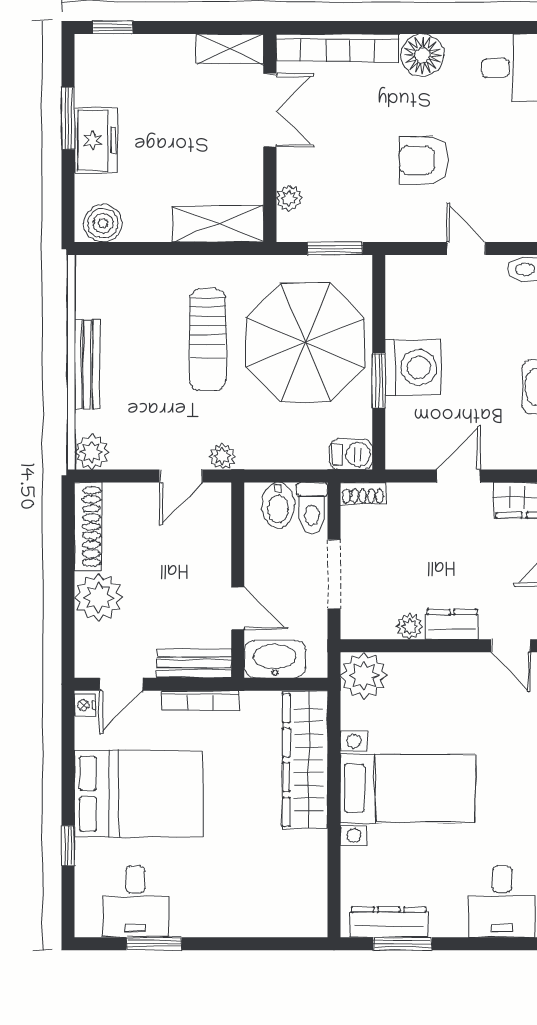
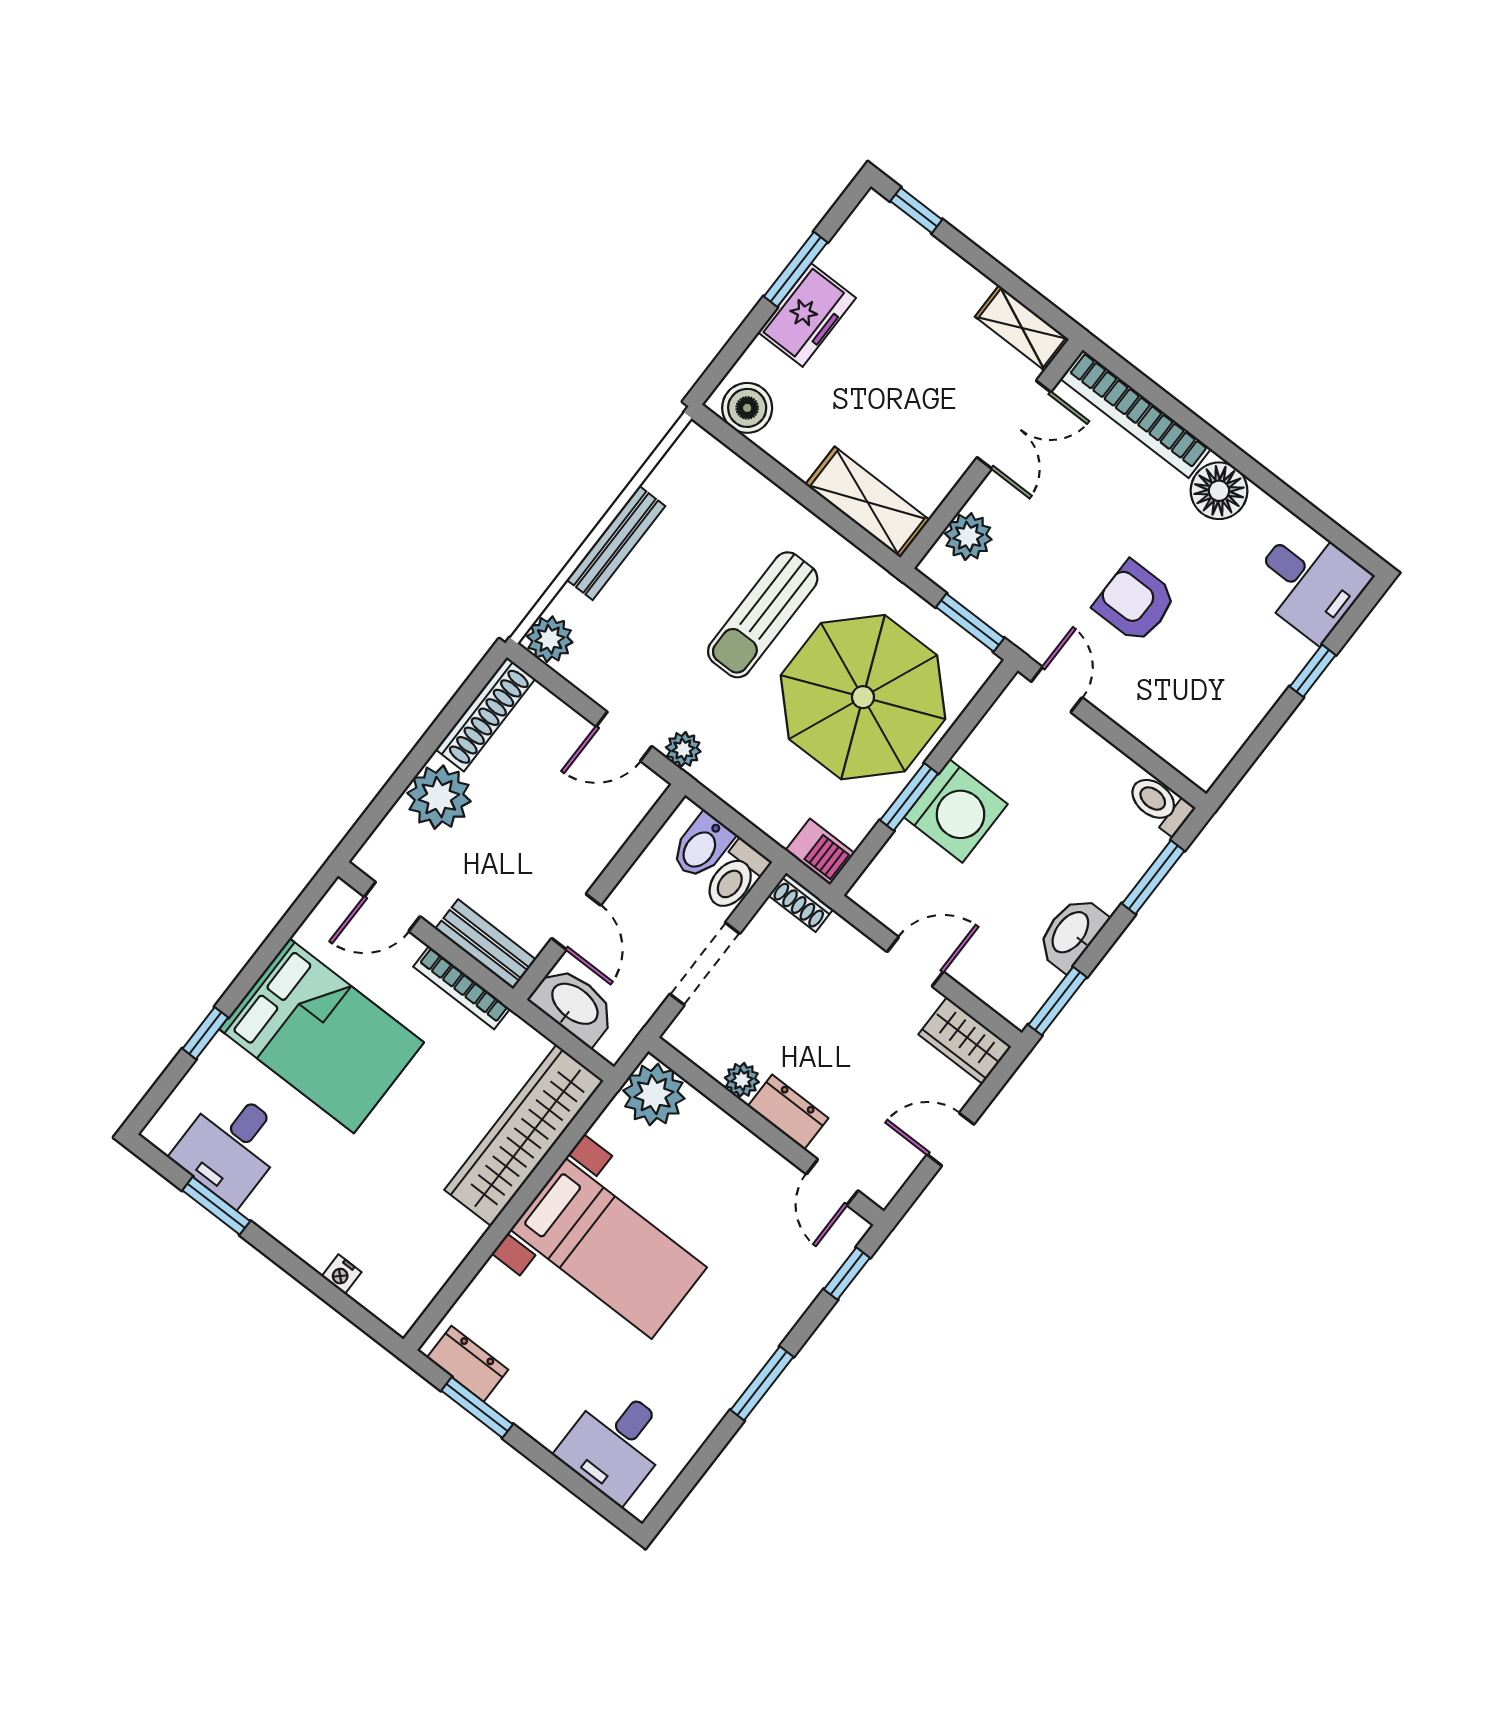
plant: (289, 198) -> (968, 537), width x1.38, depth x1.38
door: (466, 249) -> (1057, 690), moved
nightstand: (85, 705) -> (341, 1274), moved, turned -90
dresser: (389, 922) -> (468, 1364), width x0.70

